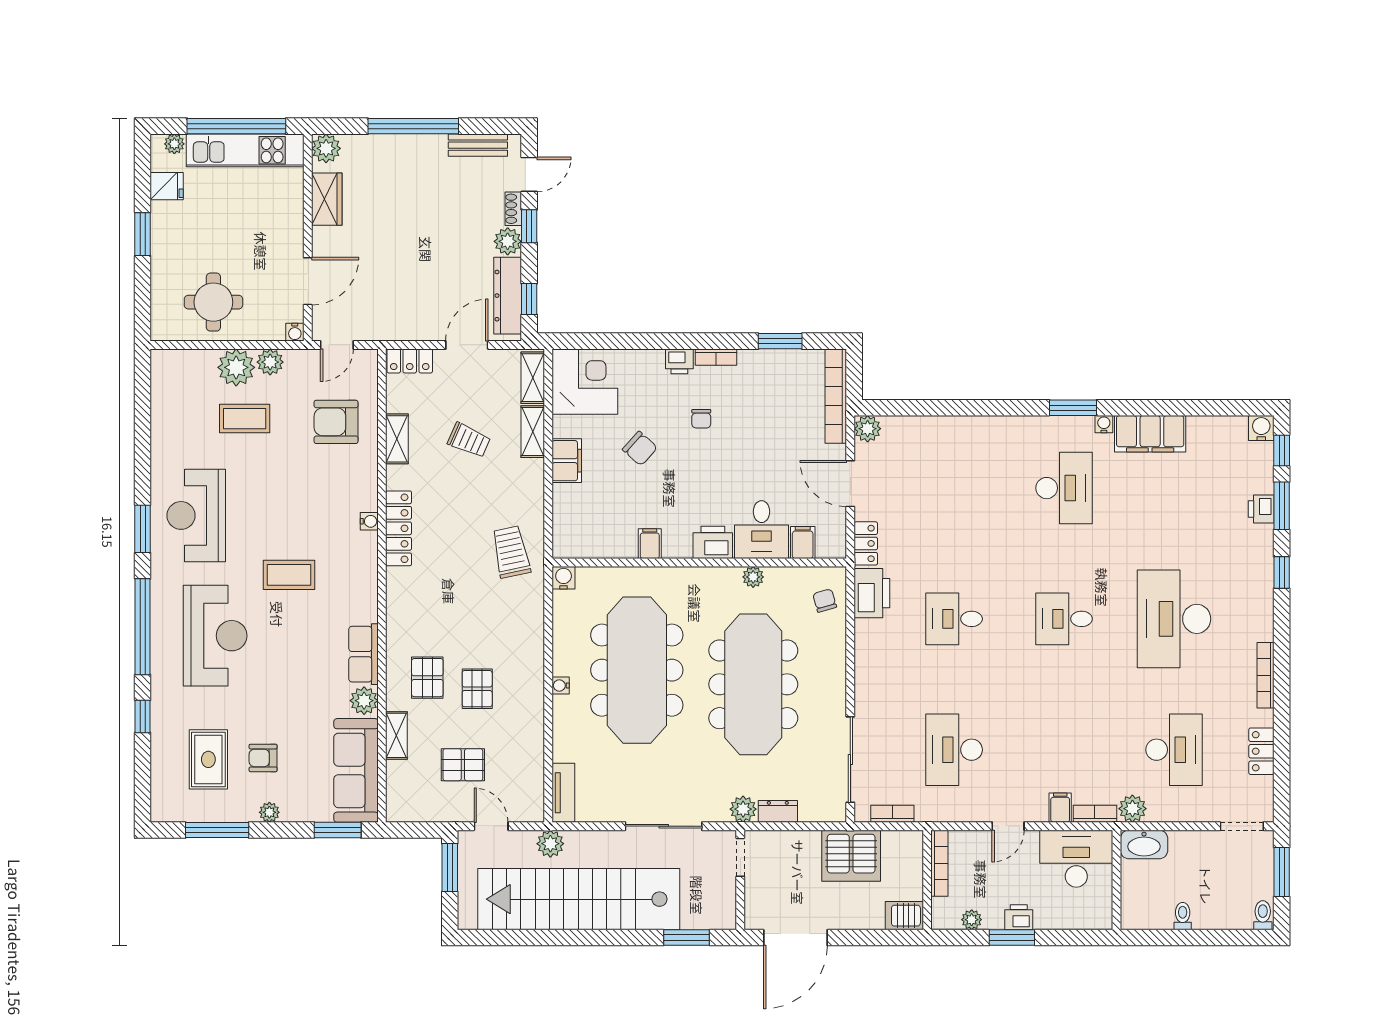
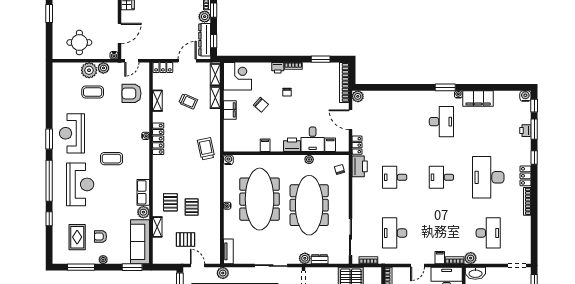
locker: (1261, 751) -> (525, 176), moved

